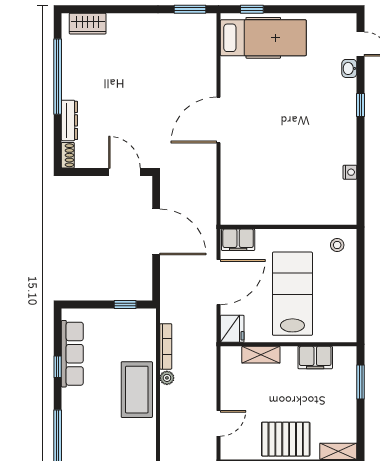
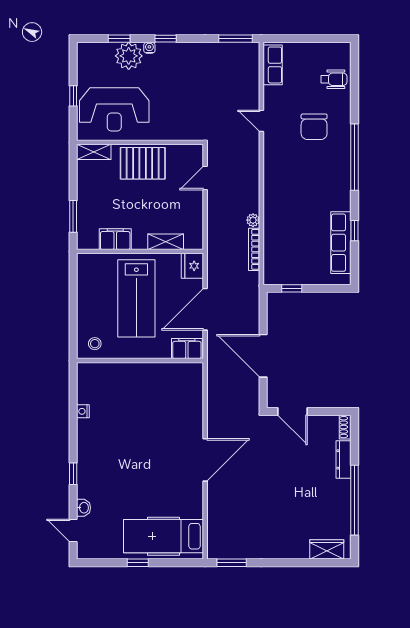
window: (252, 9) -> (138, 563), moved
coffee table: (137, 390) -> (281, 209), removed

